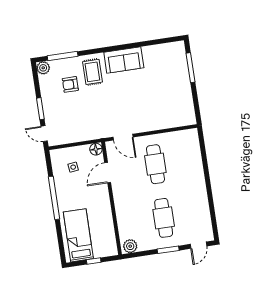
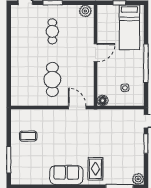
armchair: (70, 84) -> (116, 161), removed
coffee table: (173, 97) -> (28, 136), added
door: (108, 173) -> (95, 53), moved
cafe table: (164, 218) -> (52, 31), width x0.73, depth x0.74

